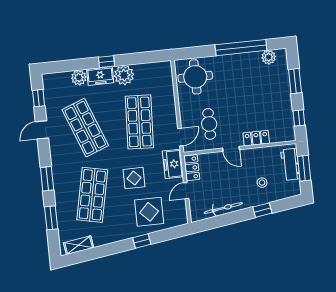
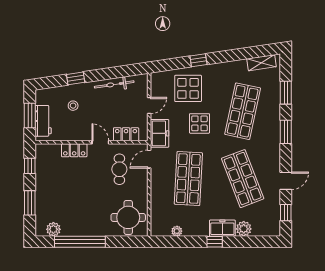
plant: (124, 75) -> (177, 231), moved, width x0.53, depth x0.53
locker: (192, 168) -> (126, 134), moved, turned 90

